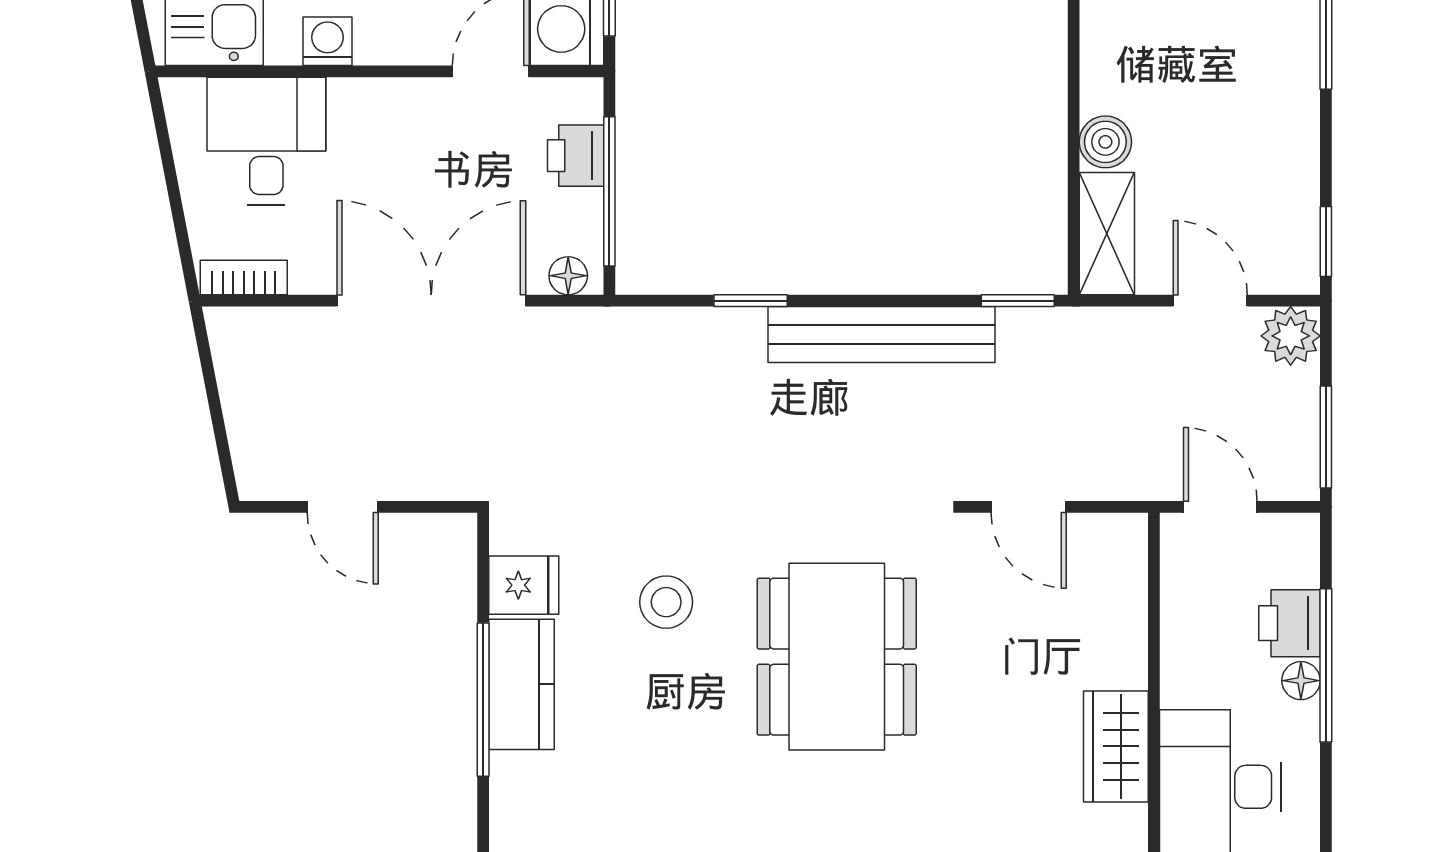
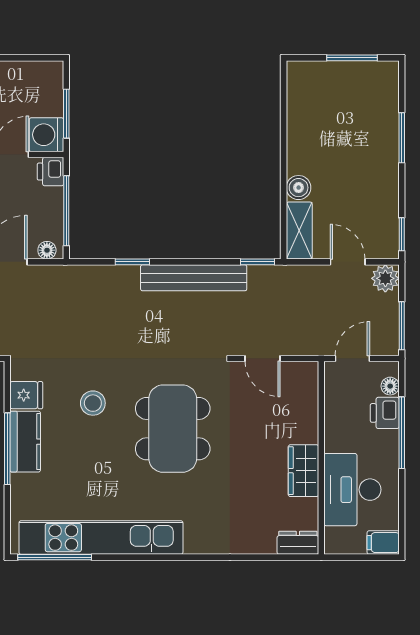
printer: (576, 156) -> (50, 172), moved
door: (1220, 507) -> (352, 359), hinge flipped
floor lamp: (1301, 681) -> (390, 386), moved

